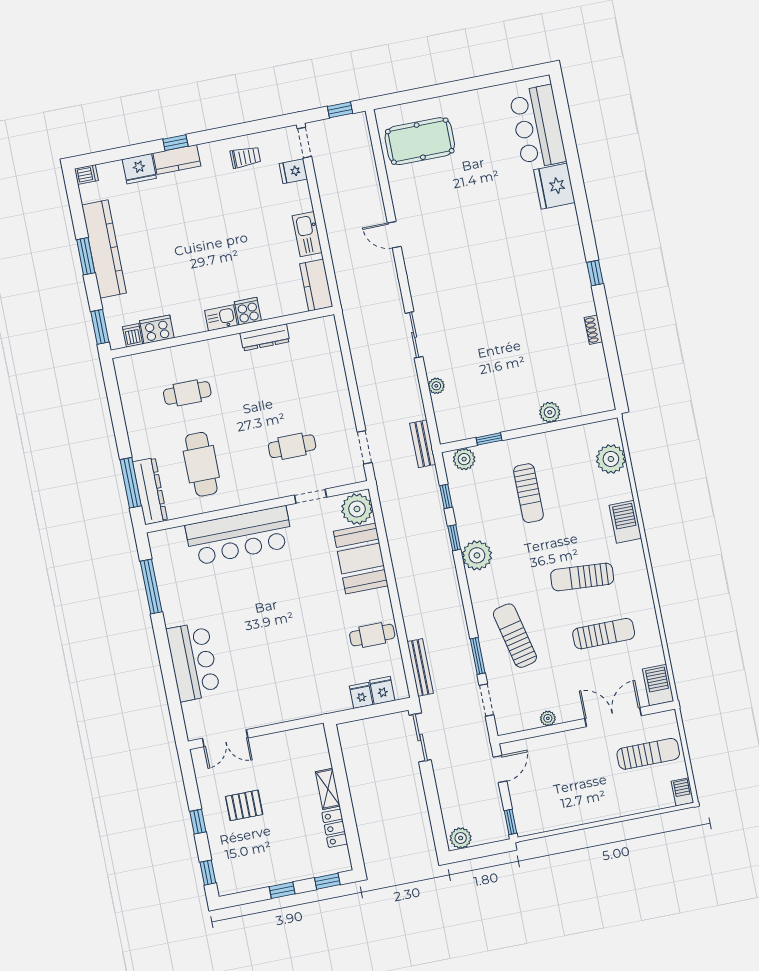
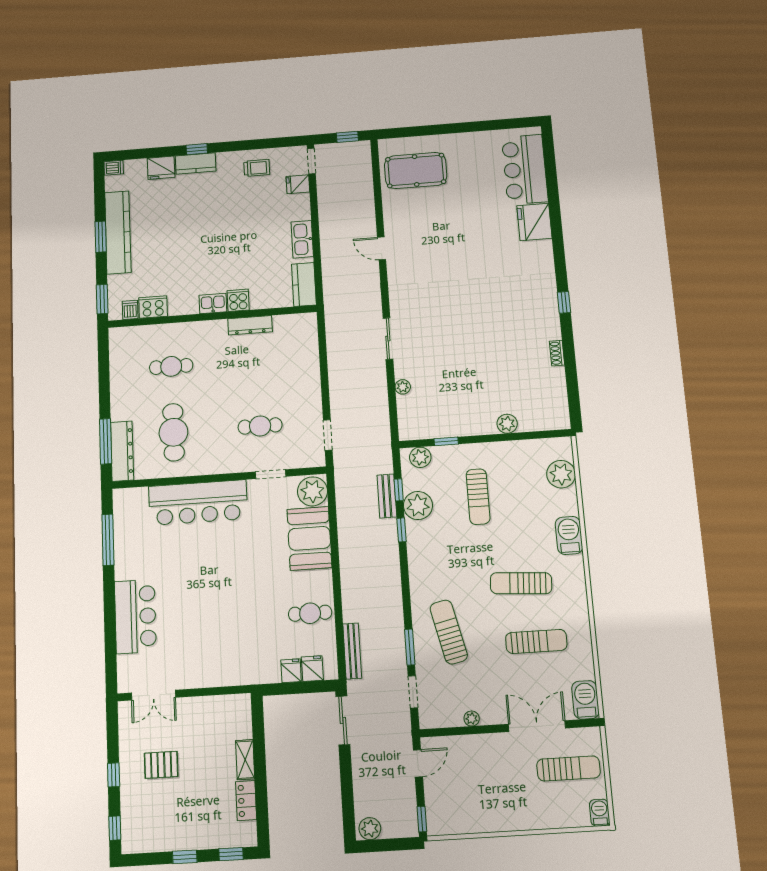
bench: (423, 444) -> (387, 496), moved
plant: (477, 555) -> (418, 506), moved

